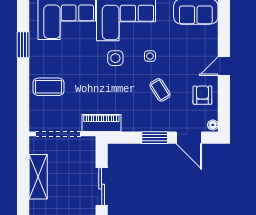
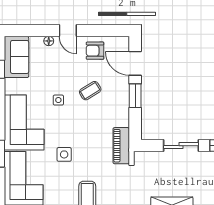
side table: (115, 58) -> (64, 154), moved
floor lamp: (213, 125) -> (49, 41), moved
door: (189, 138) -> (135, 63), swing flipped

